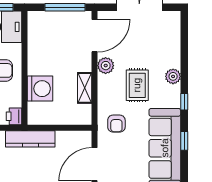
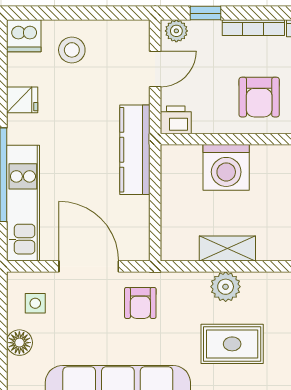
plant: (106, 66) -> (226, 287), moved
armchair: (116, 124) -> (140, 303), moved, turned -90

